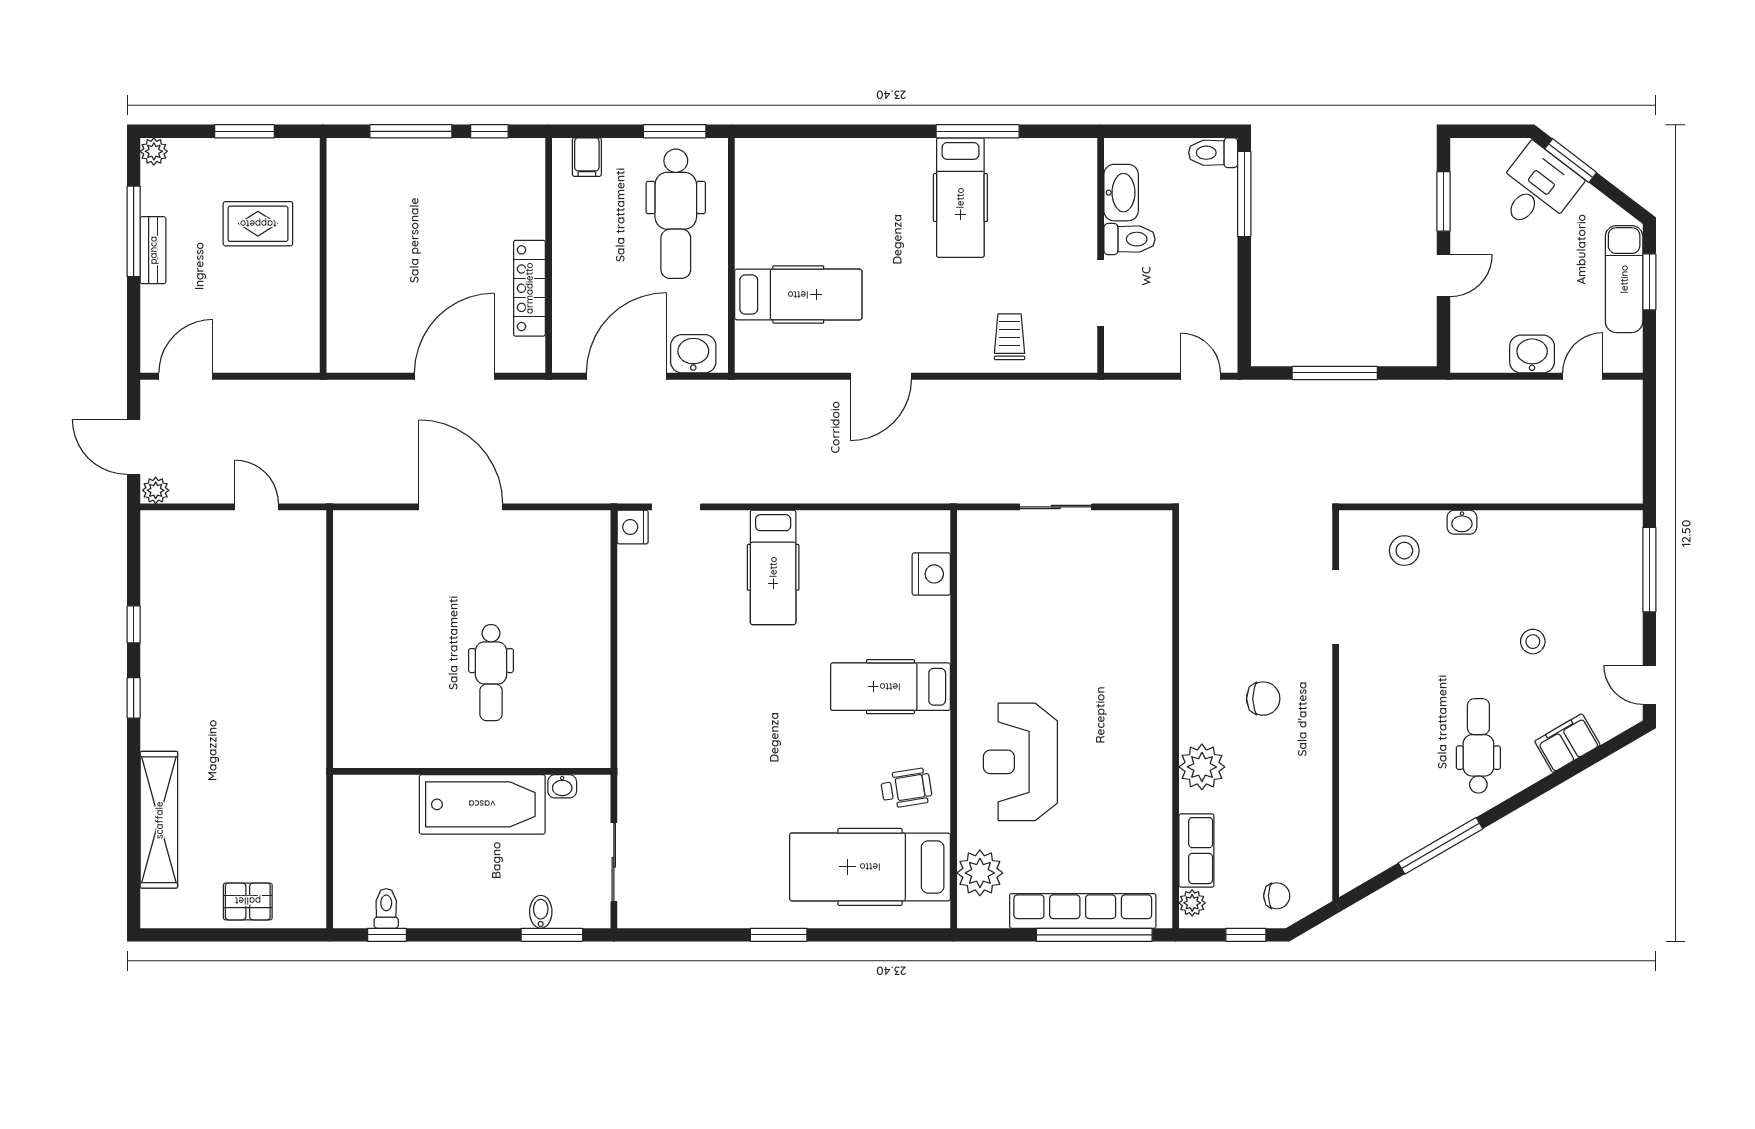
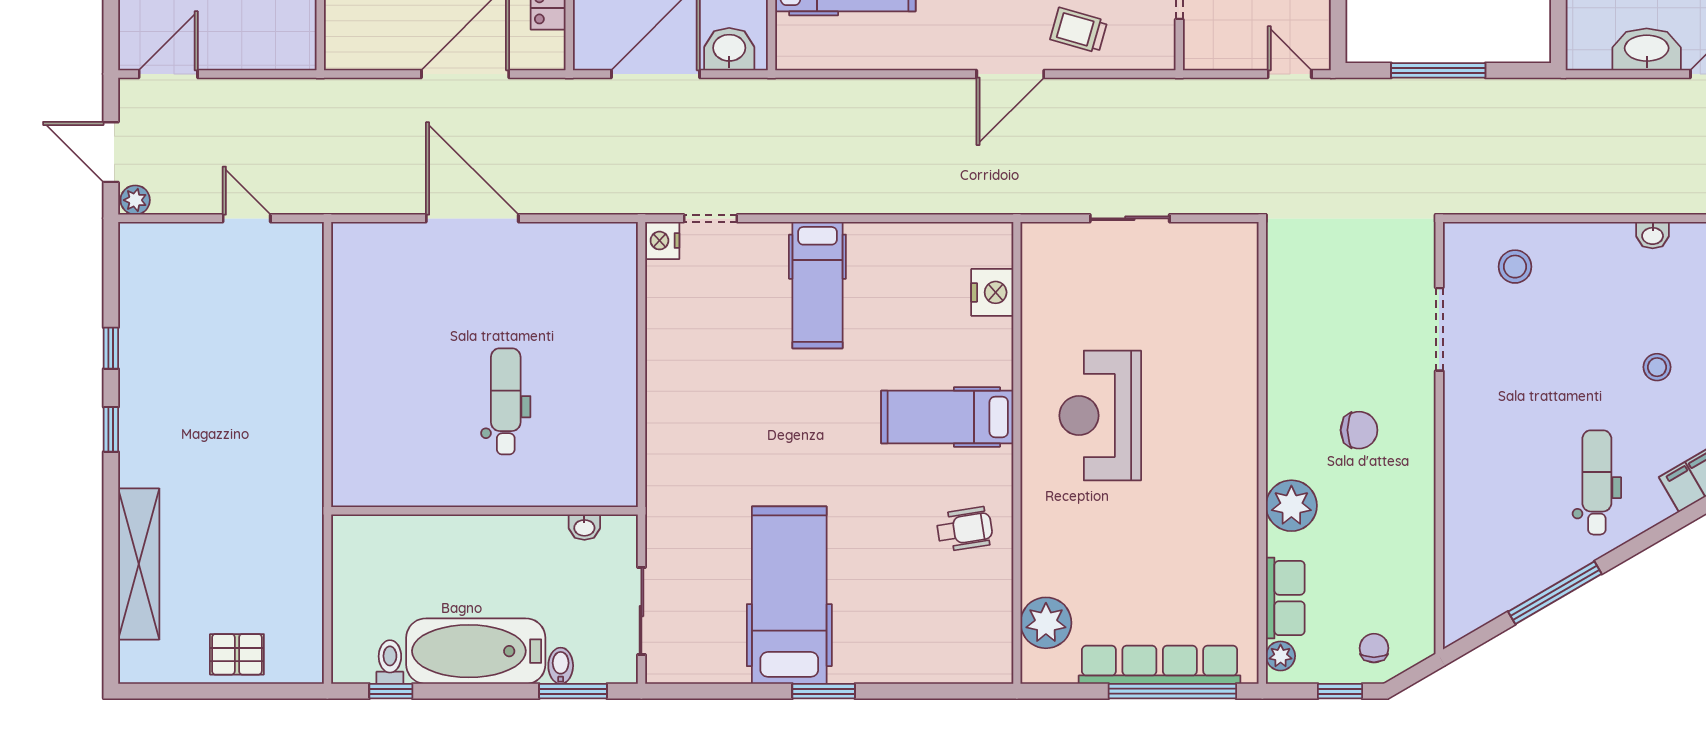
trolley: (1009, 337) -> (1079, 30), turned -74
washbasin: (1532, 354) -> (1647, 49), width x1.38
door: (881, 376) -> (1010, 74), moved
washbasin: (1462, 522) -> (1653, 235), moved
dental chair: (491, 673) -> (506, 401), turned 180
reception desk: (1020, 762) -> (1100, 416), moved
bathtub: (482, 804) -> (476, 651), moved, turned 180
hospital bed: (870, 867) -> (789, 595), moved, turned 90
chair: (1277, 896) -> (1374, 648), turned -90

